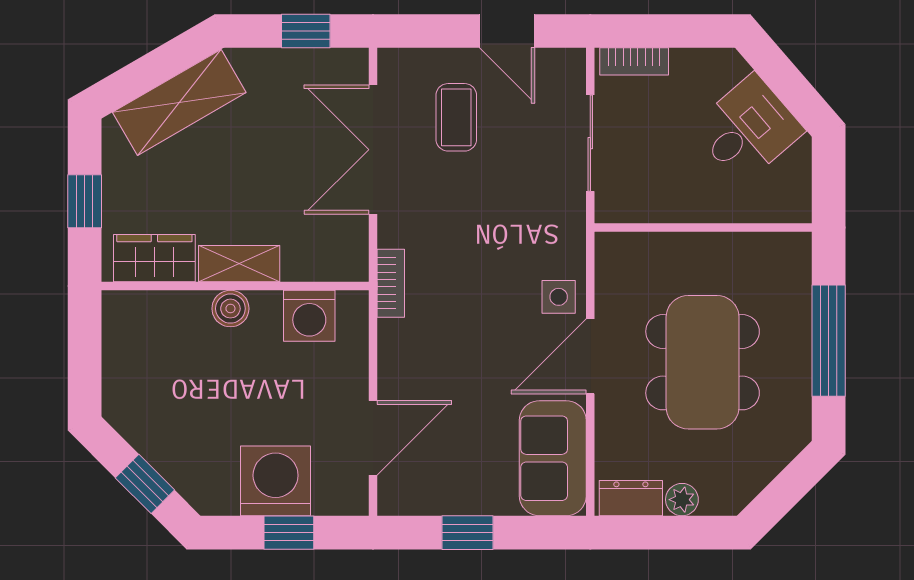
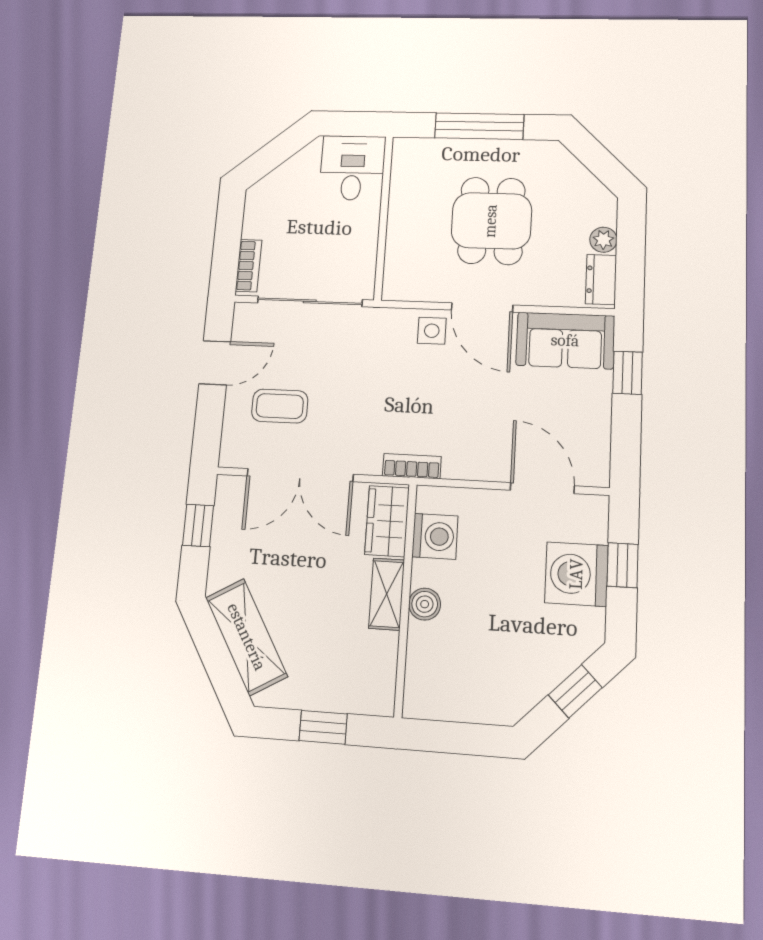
desk: (748, 129) -> (352, 168), moved, turned 41
sliding door: (590, 143) -> (310, 301), width x1.37
wardrobe: (154, 258) -> (387, 521), moved
dining table: (703, 362) -> (491, 221), width x0.73
window: (467, 533) -> (627, 373), moved

